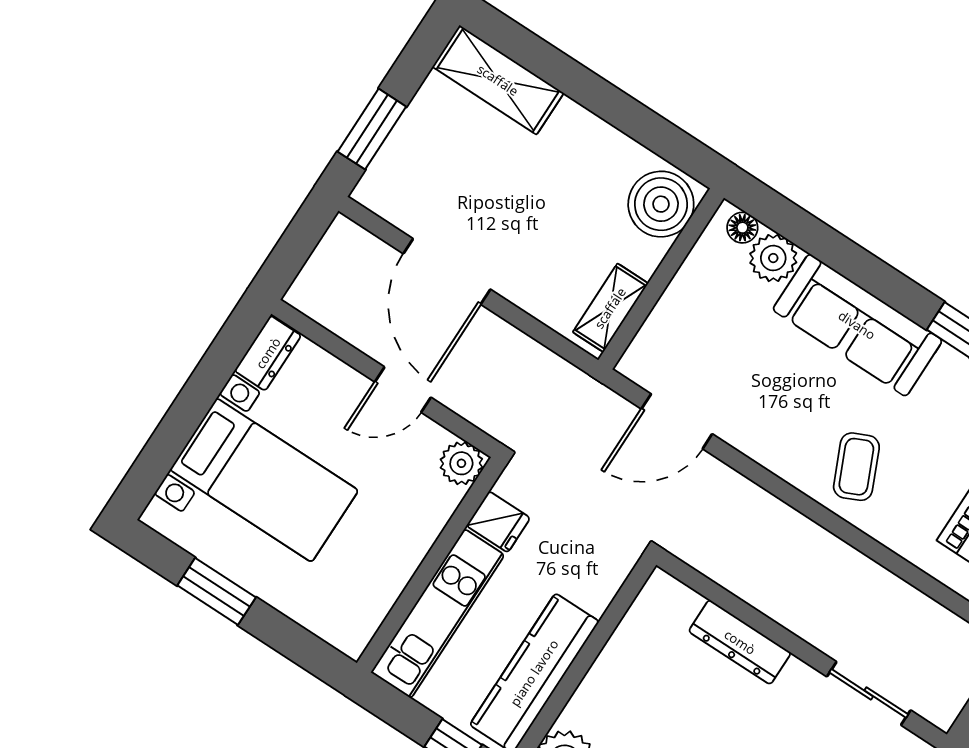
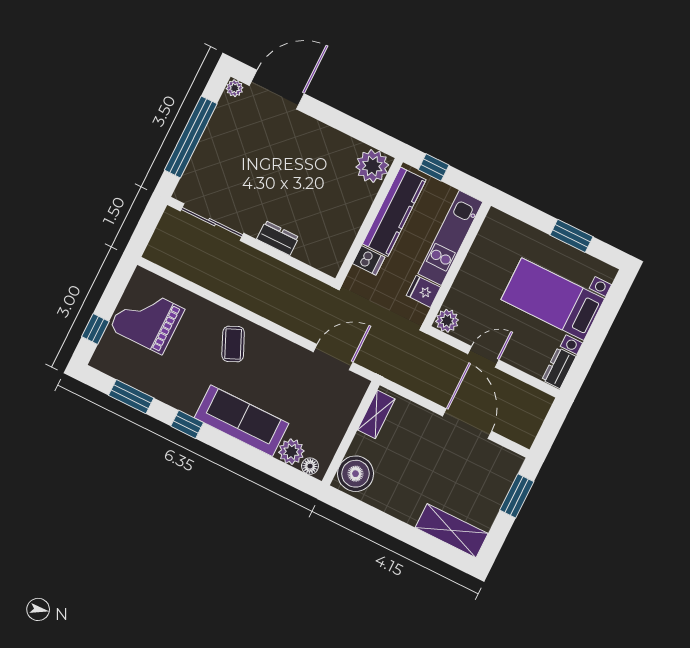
dishwasher: (591, 590) -> (369, 260), added
dresser: (740, 642) -> (278, 238), width x0.70
sliding door: (869, 693) -> (212, 222), width x1.37

